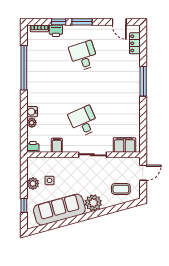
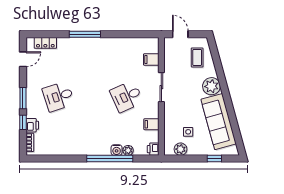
window: (24, 68) -> (110, 159), moved
filing cabinet: (125, 145) -> (151, 60), width x0.50
plant: (33, 184) -> (181, 149), moved

